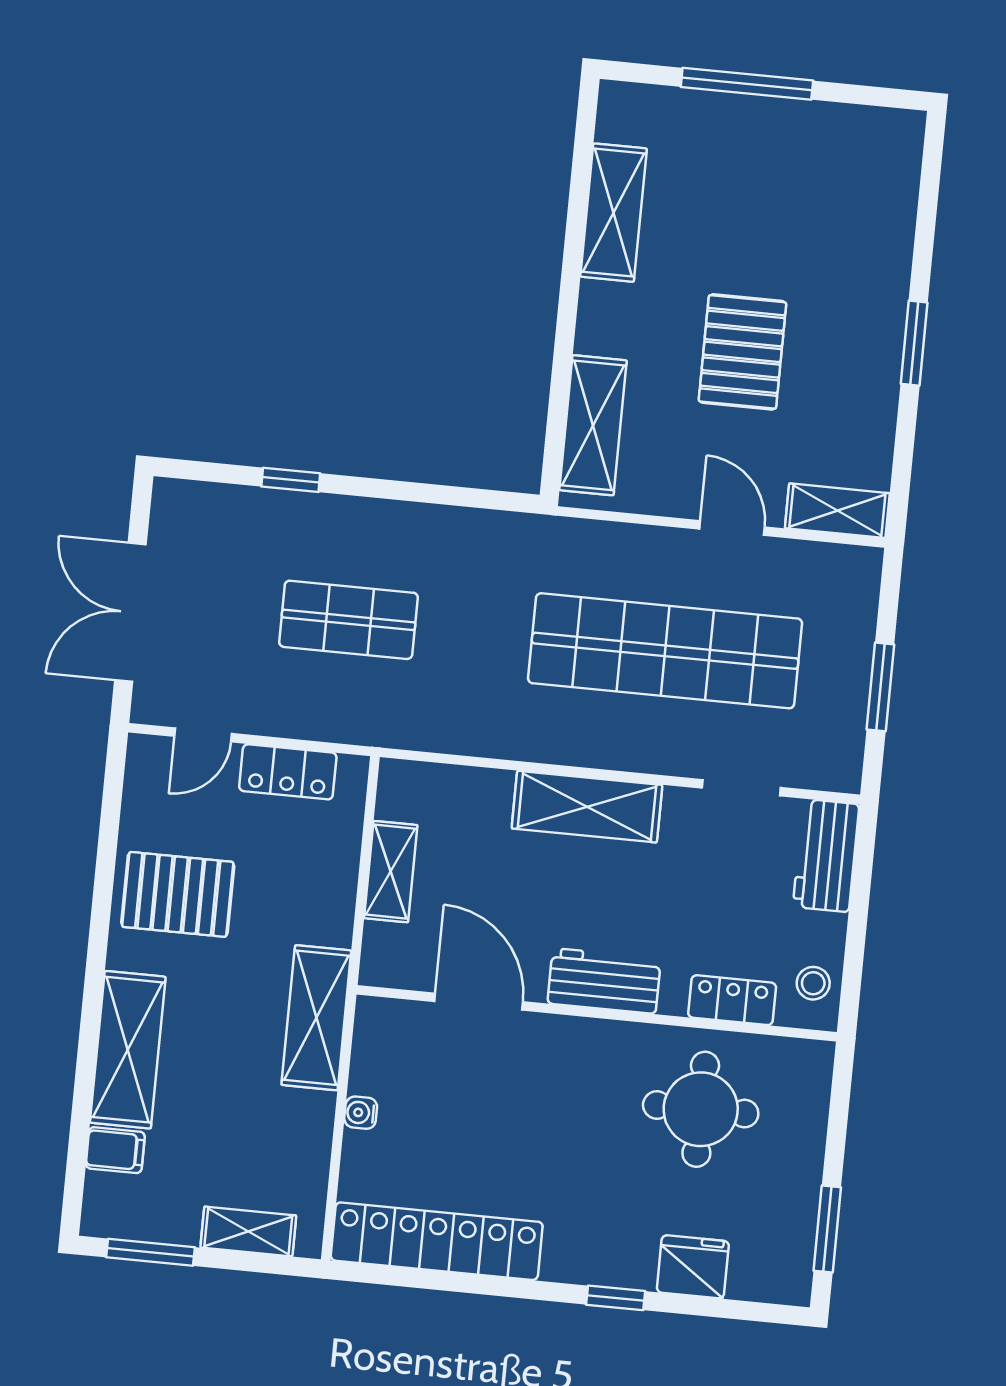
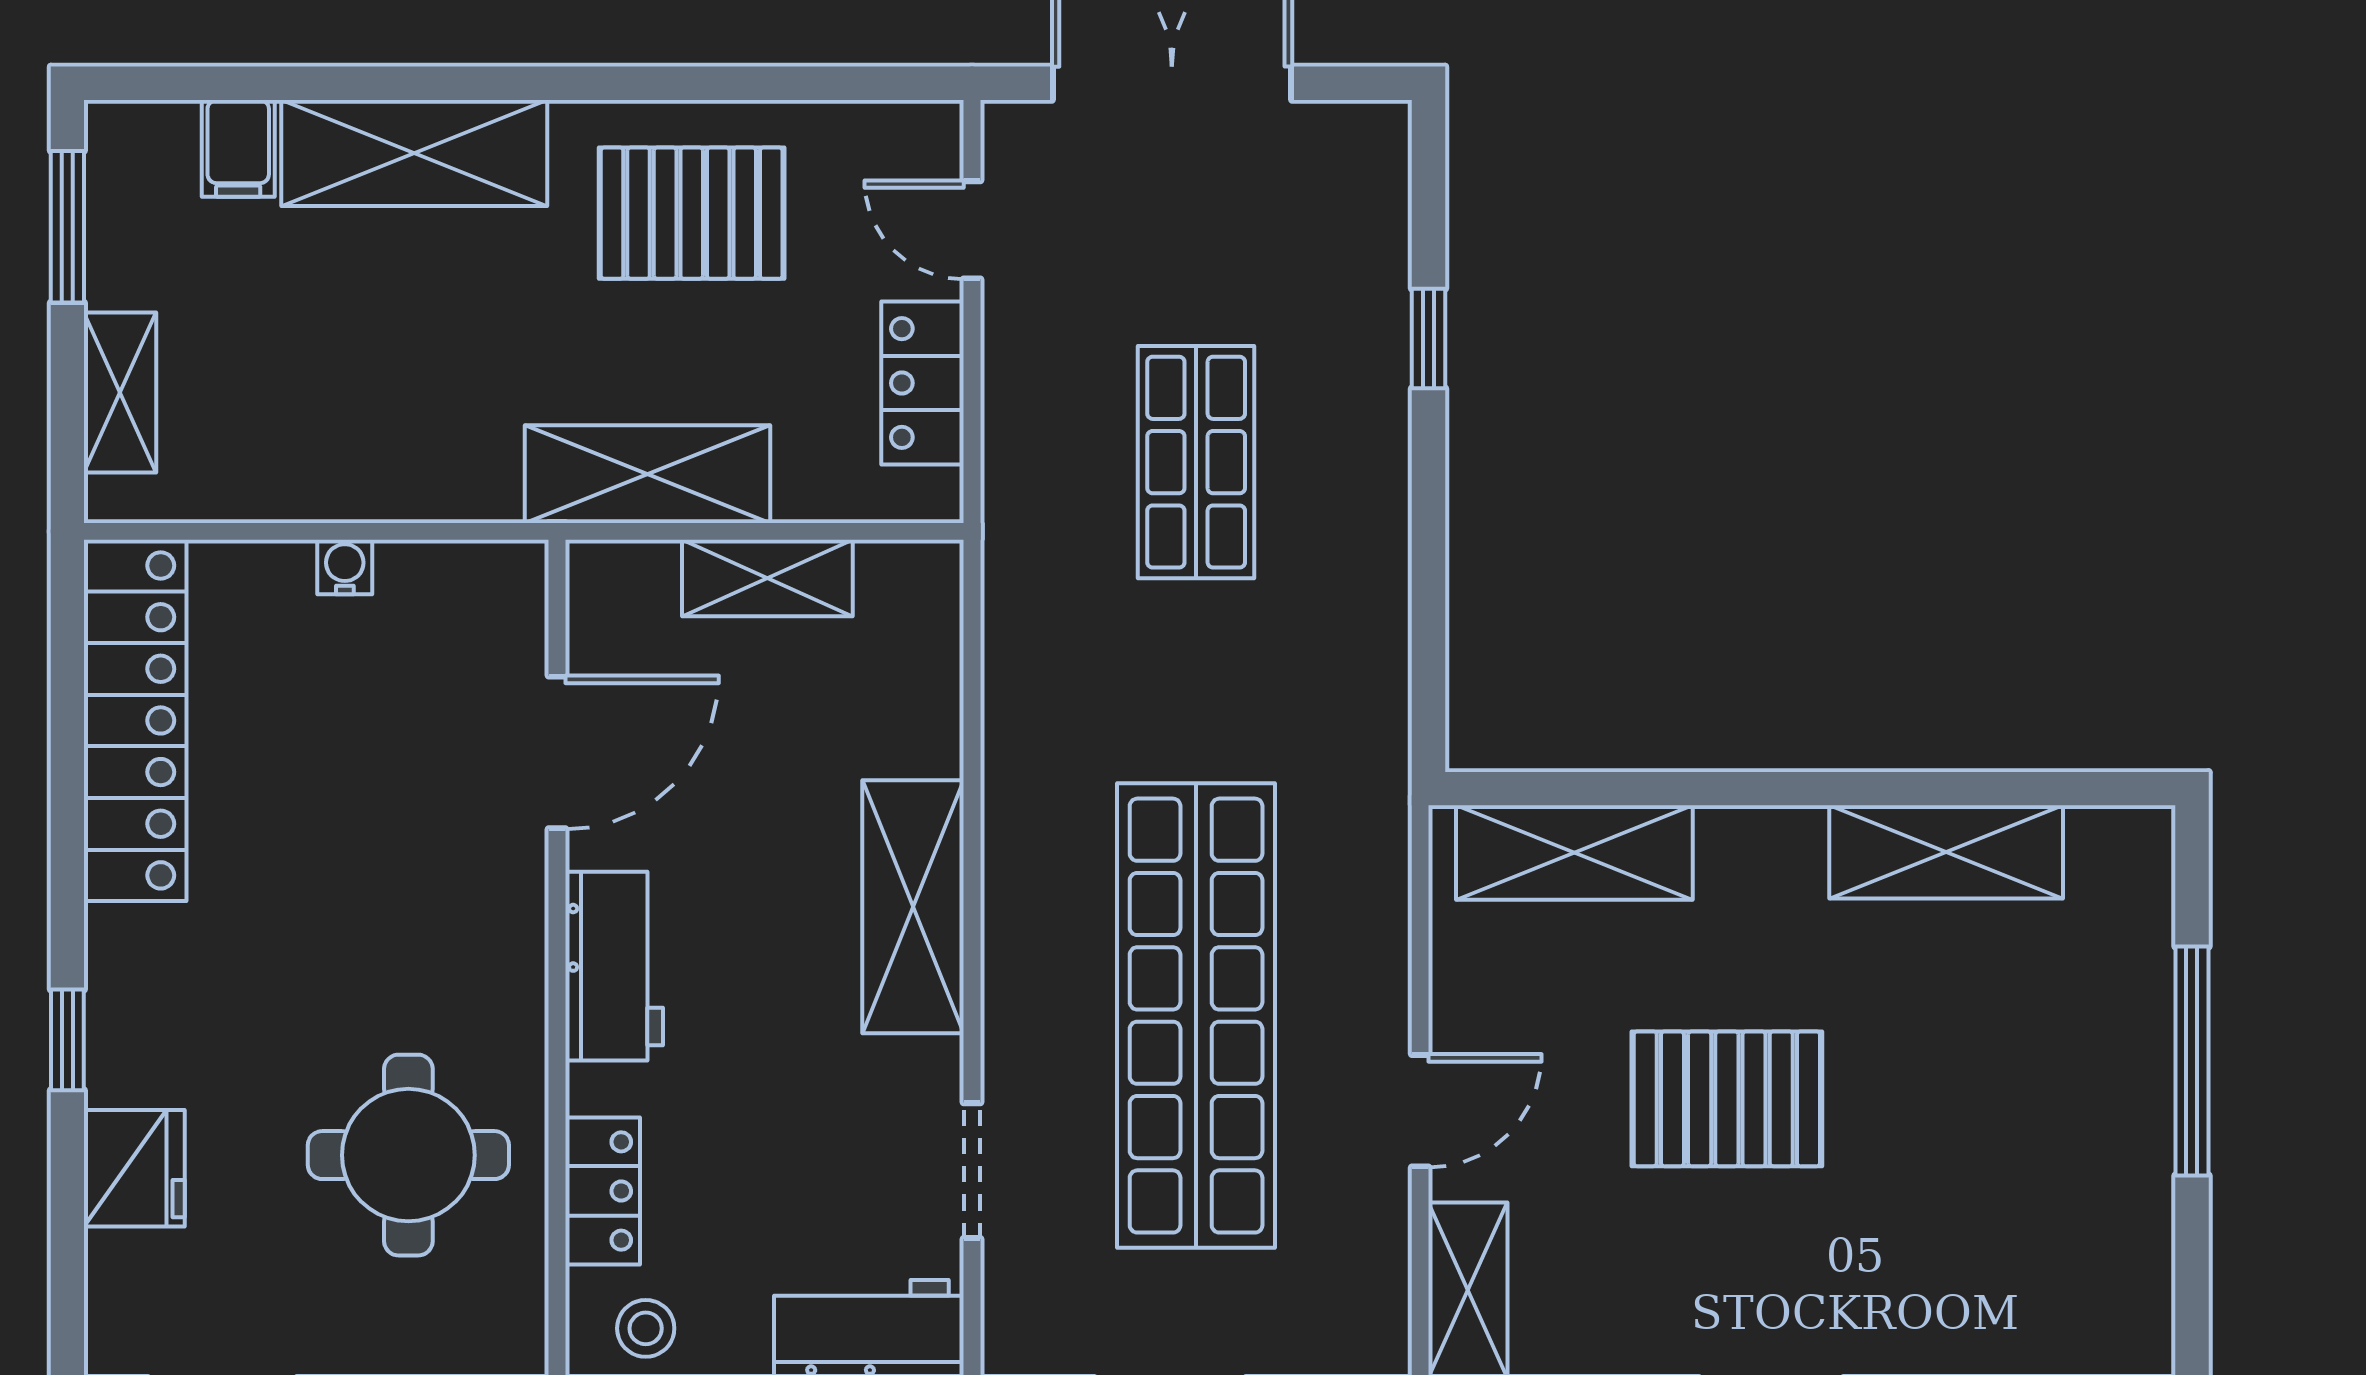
pallet: (178, 894) -> (692, 213), turned 90
shelving: (316, 1018) -> (647, 474), moved

